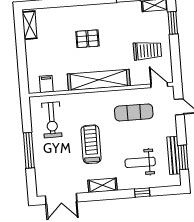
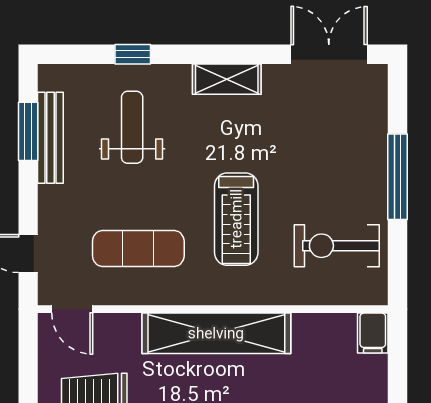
filing cabinet: (46, 84) -> (373, 333), moved
exercise bike: (52, 120) -> (337, 246), turned -90
treadmill: (91, 144) -> (236, 219), moved
weight bench: (140, 162) -> (132, 127), turned -90

